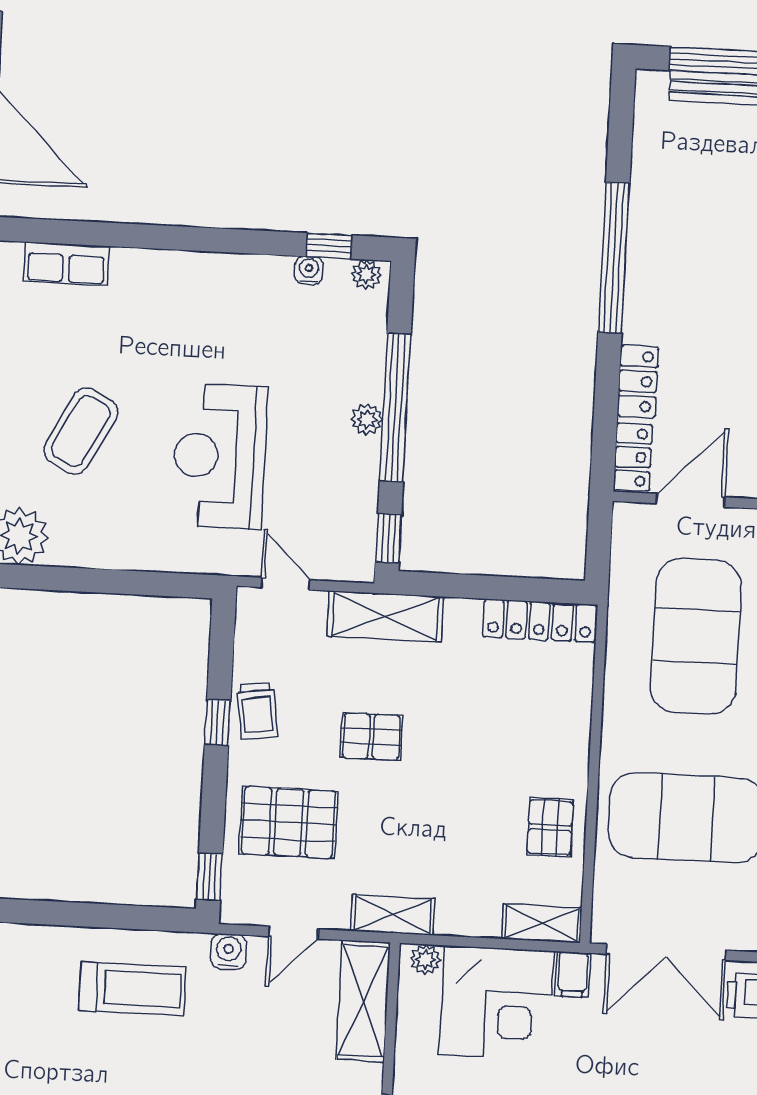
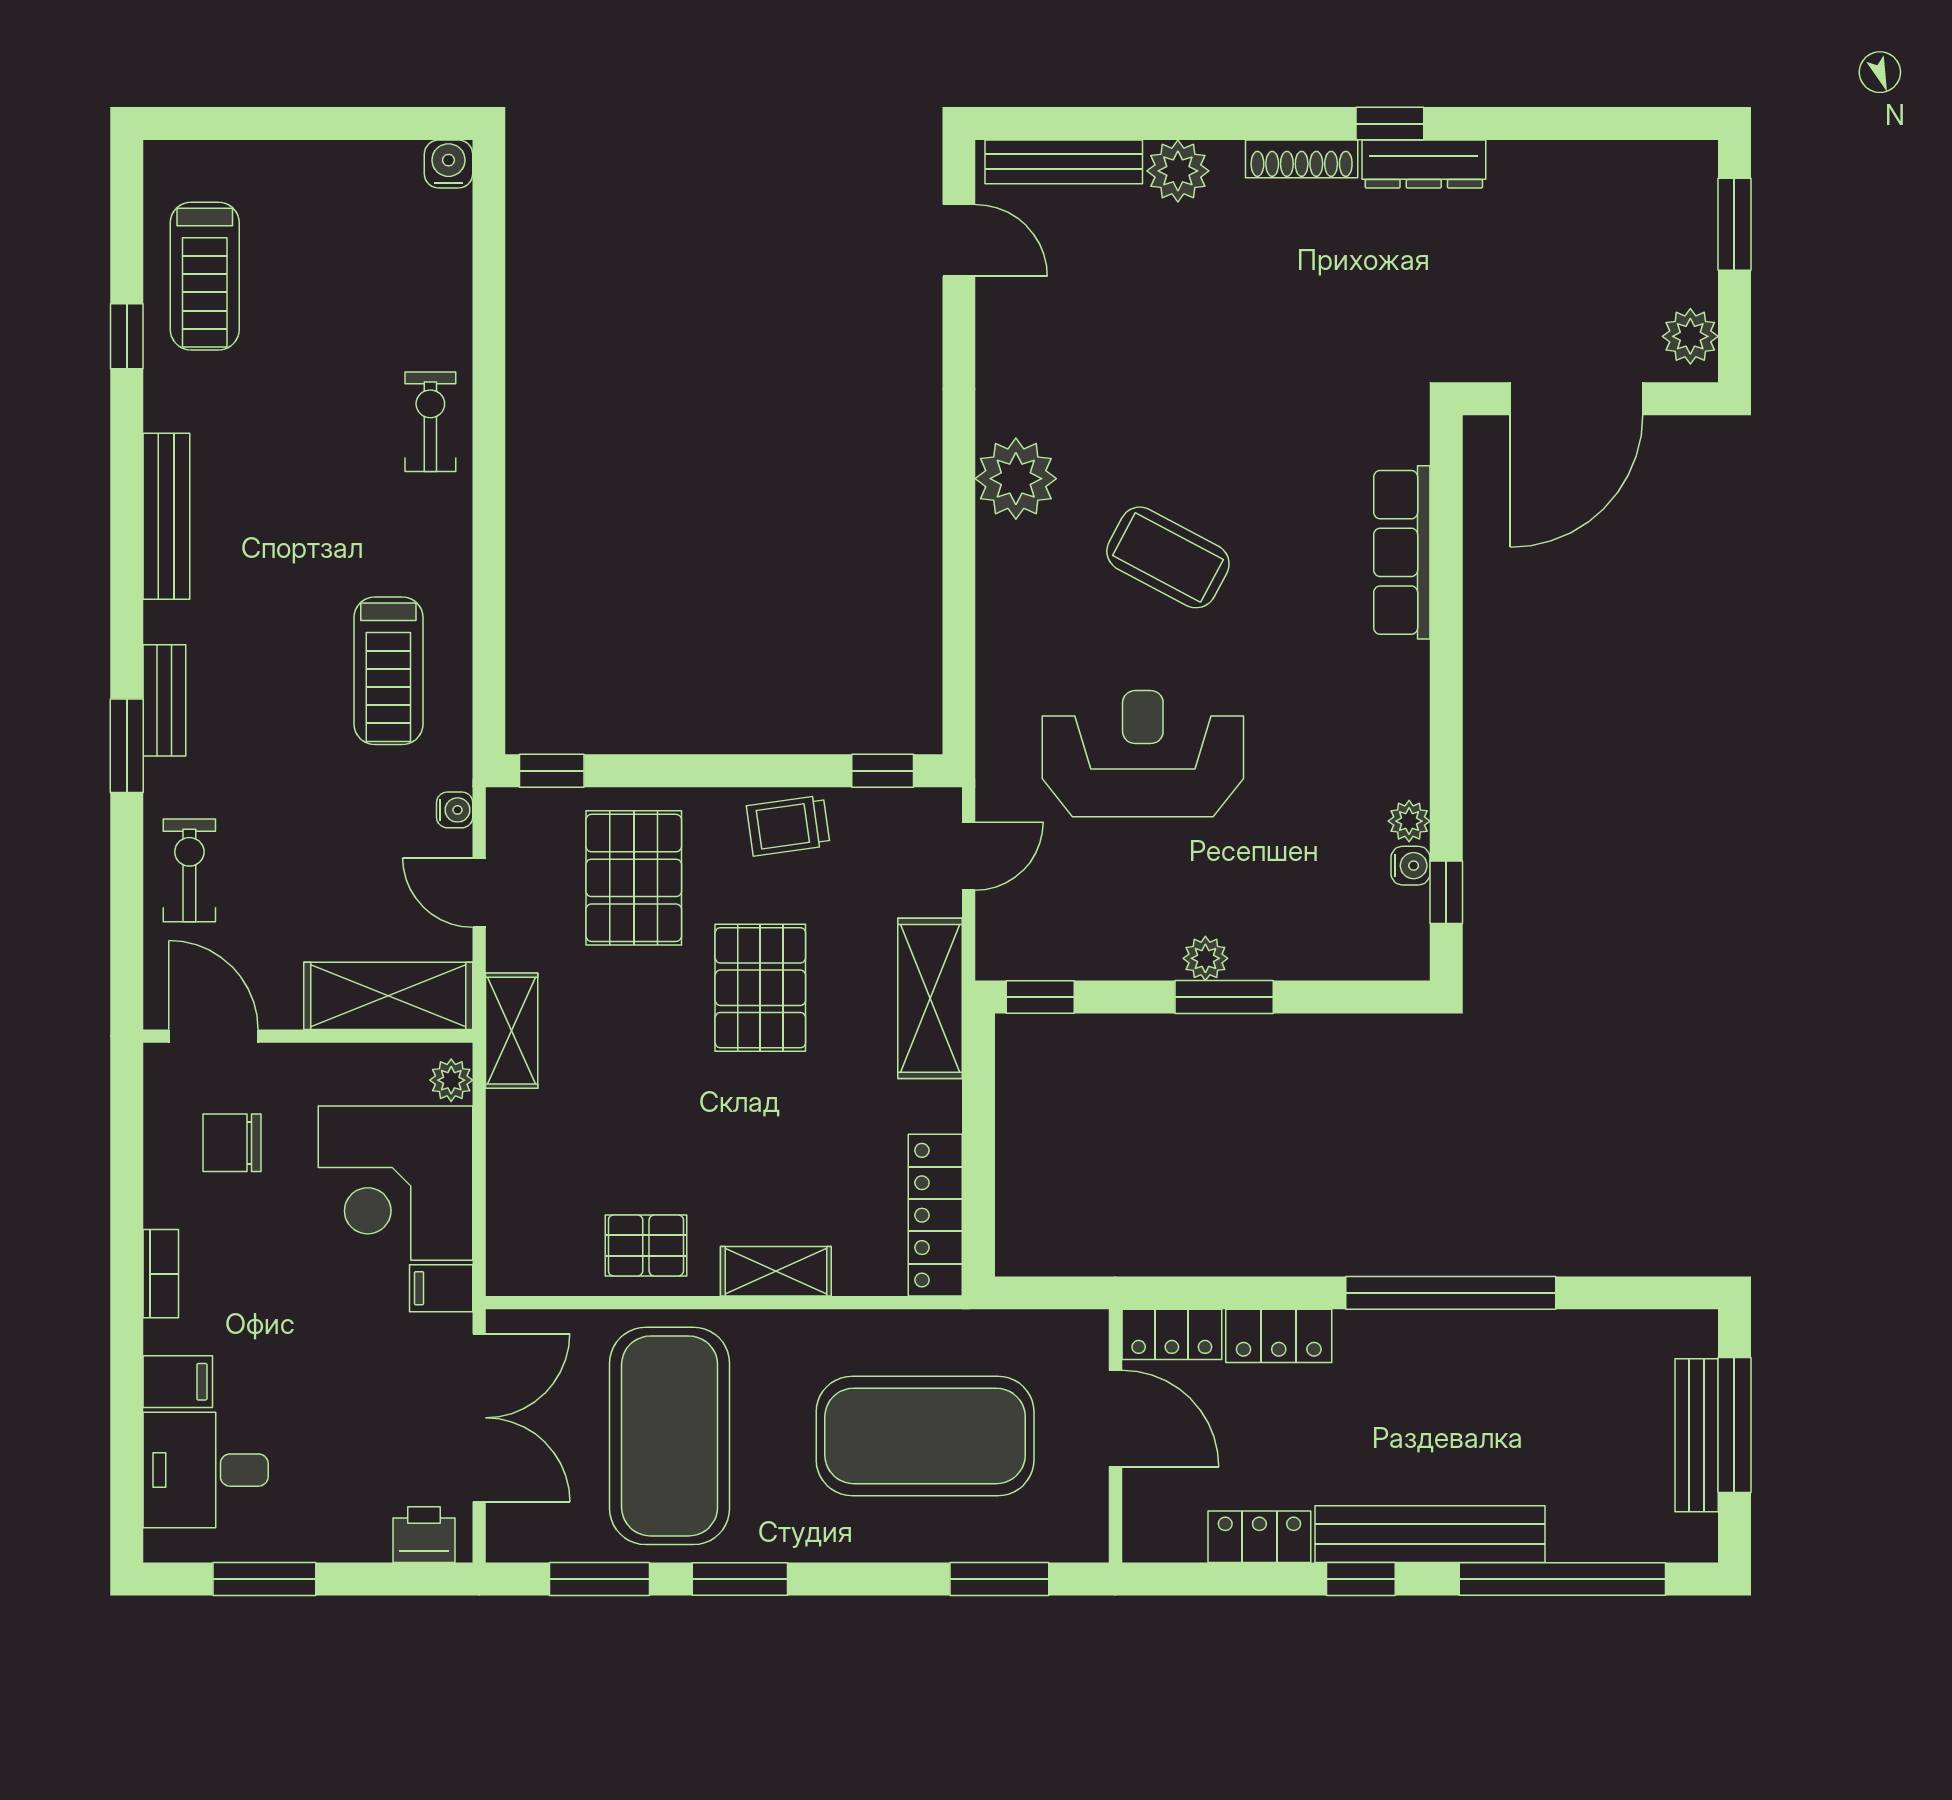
row of seats: (66, 264) -> (1402, 552), width x1.48
plant: (366, 274) -> (1409, 821), moved
window: (395, 407) -> (1224, 997), width x0.47
window: (218, 722) -> (883, 771), moved
pallet: (371, 737) -> (760, 988), width x1.50, depth x1.42
shelving: (542, 923) -> (776, 1271), moved, turned 90
water cooler: (229, 952) -> (455, 810), width x0.72, depth x0.72
double door: (666, 952) -> (479, 1418), swing flipped

